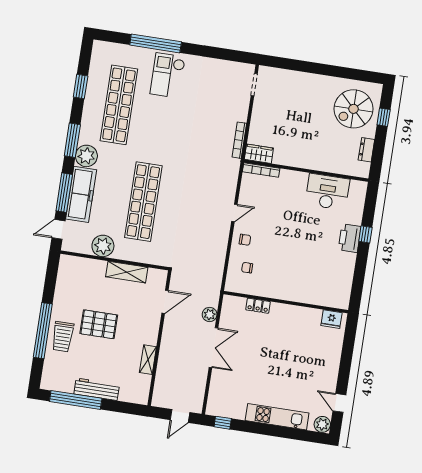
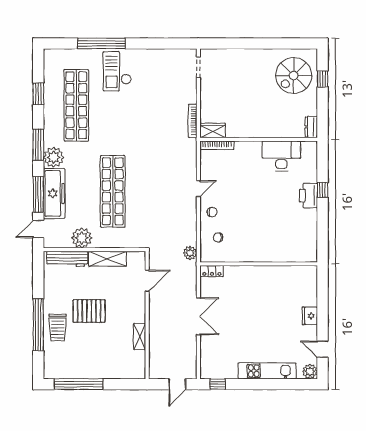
dresser: (366, 150) -> (311, 127), moved
locker: (258, 306) -> (212, 271), moved
plant: (210, 314) -> (190, 253), moved
fridge: (331, 319) -> (310, 316), moved, turned 90
workbench: (97, 389) -> (67, 259), moved, turned 180

